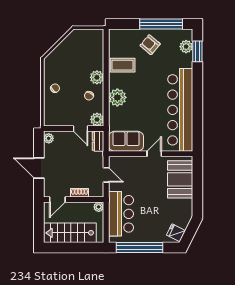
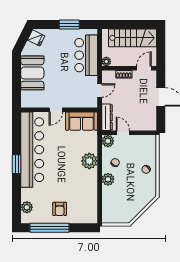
armchair: (150, 45) -> (60, 209), turned 50
window: (197, 51) -> (17, 164), moved
coffee table: (123, 65) -> (85, 190), removed
plant: (49, 138) -> (152, 124), removed
dresser: (98, 141) -> (107, 117), width x1.44
door: (106, 175) -> (100, 91), swing flipped
booth: (180, 179) -> (32, 73), moved
window: (139, 248) -> (69, 25), width x0.47

